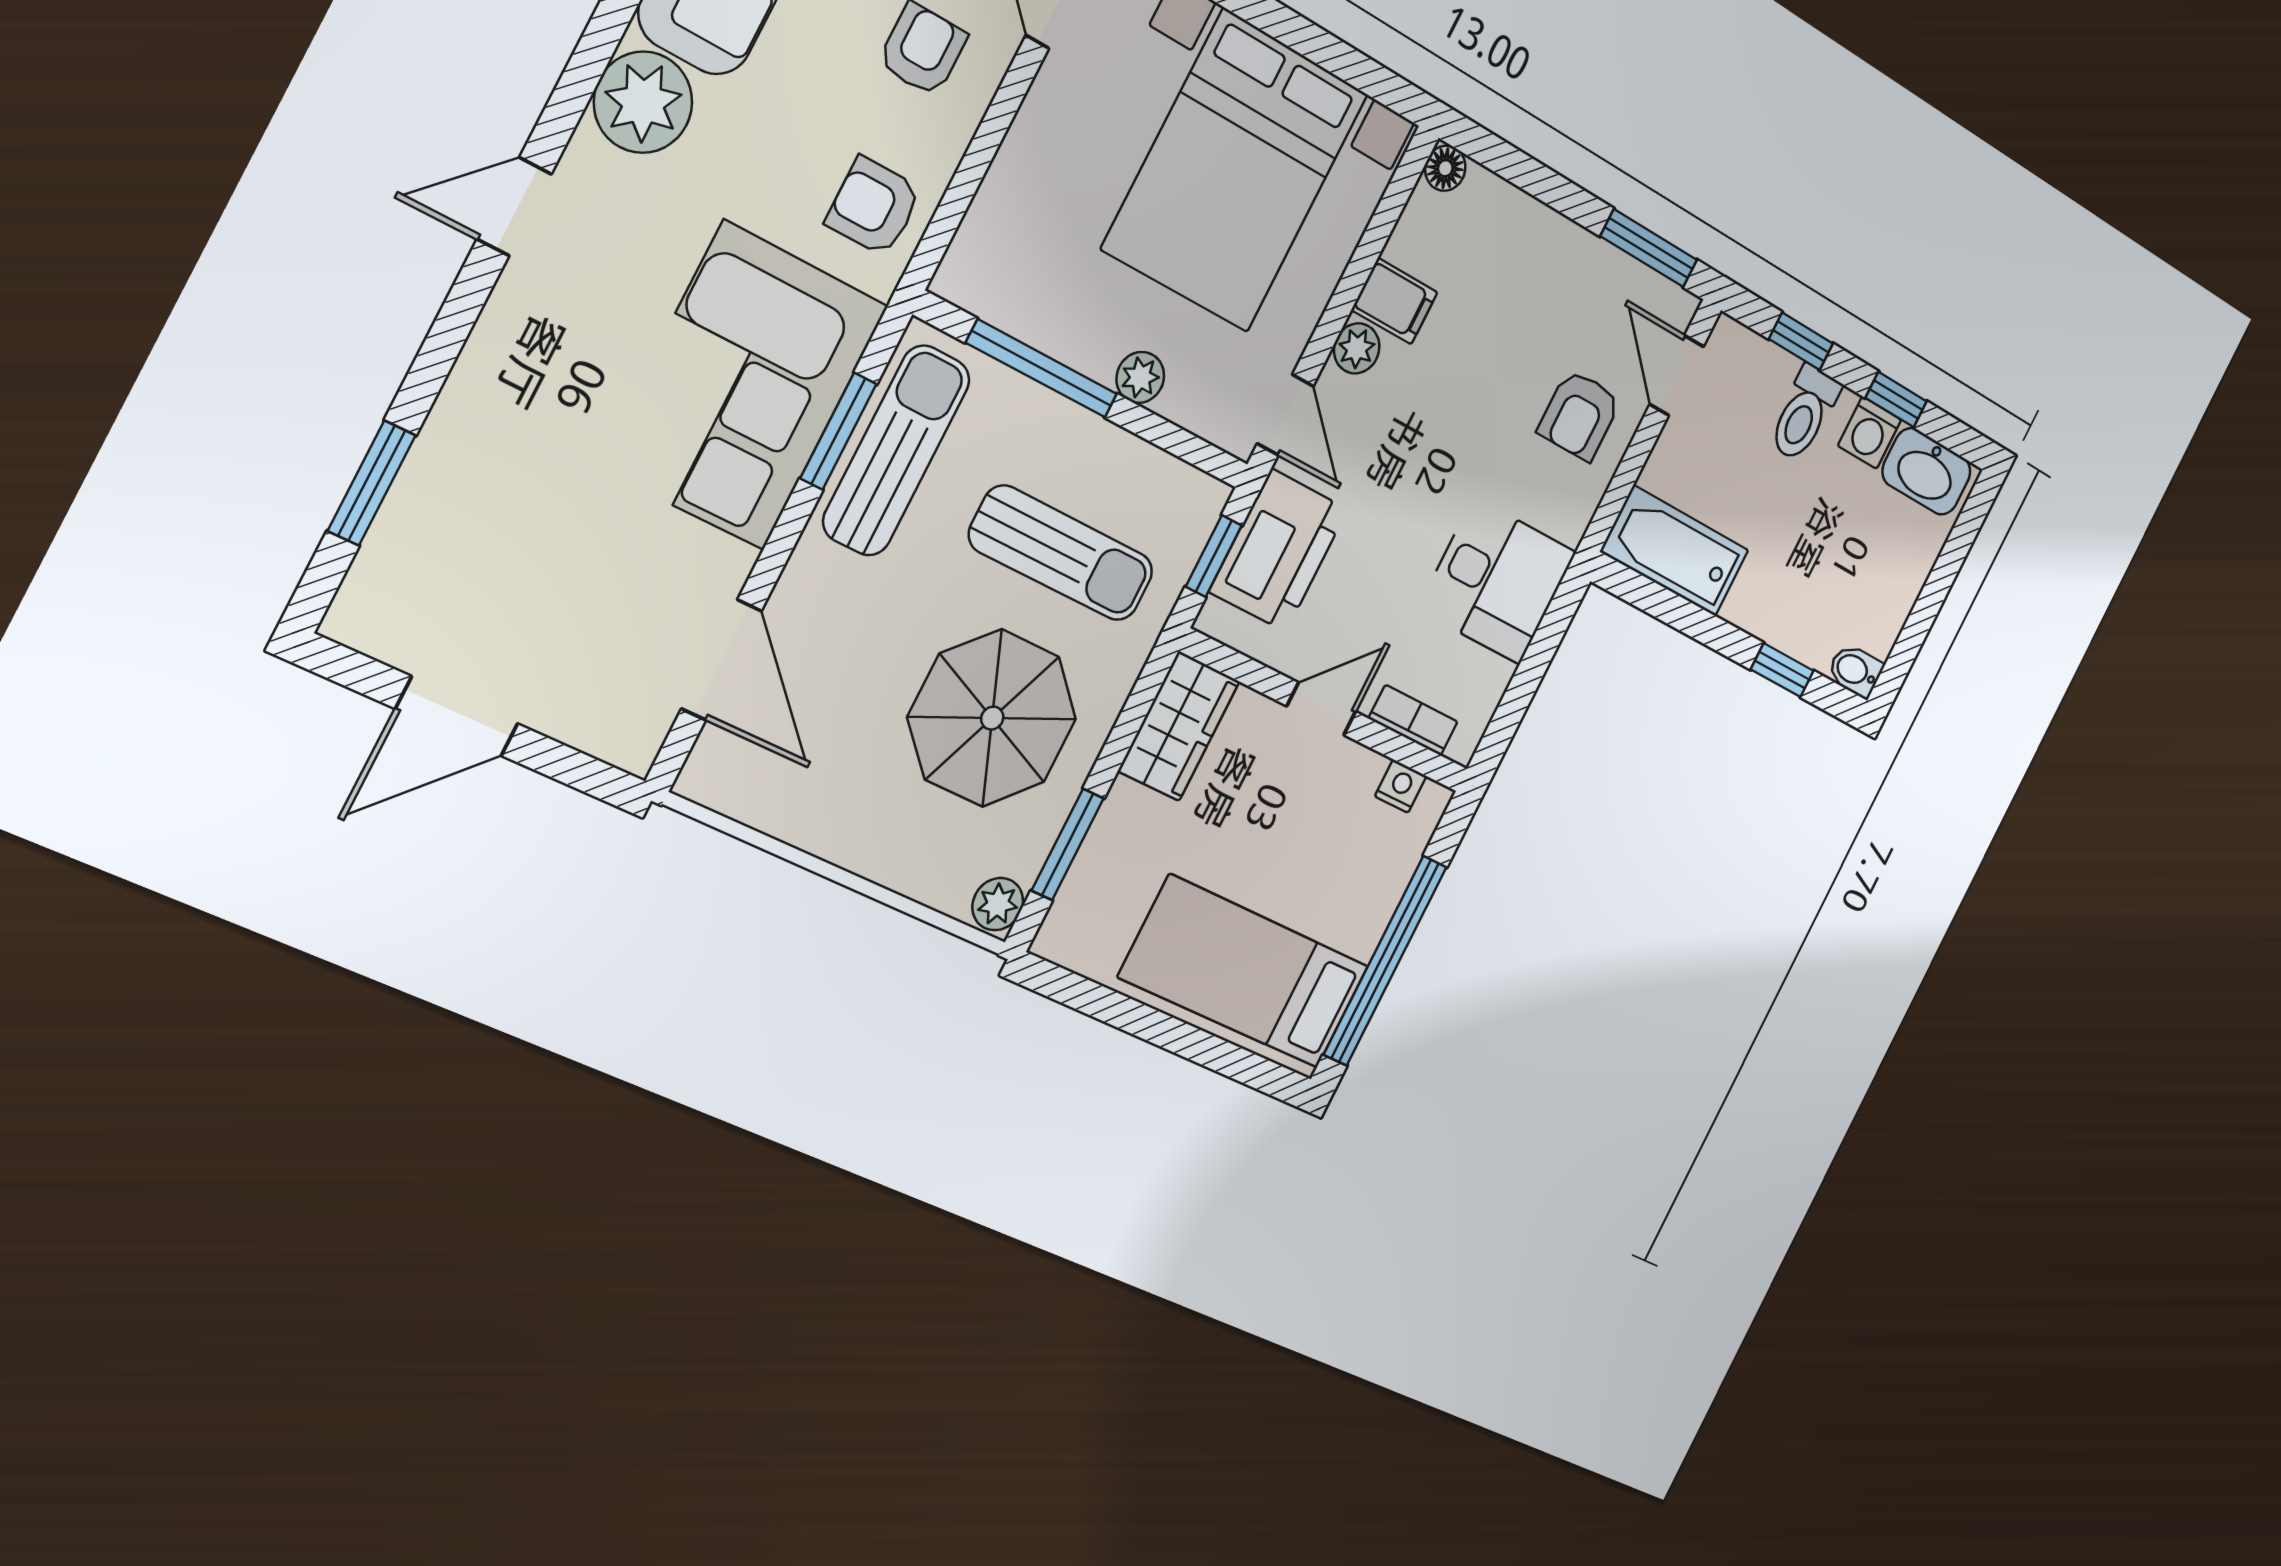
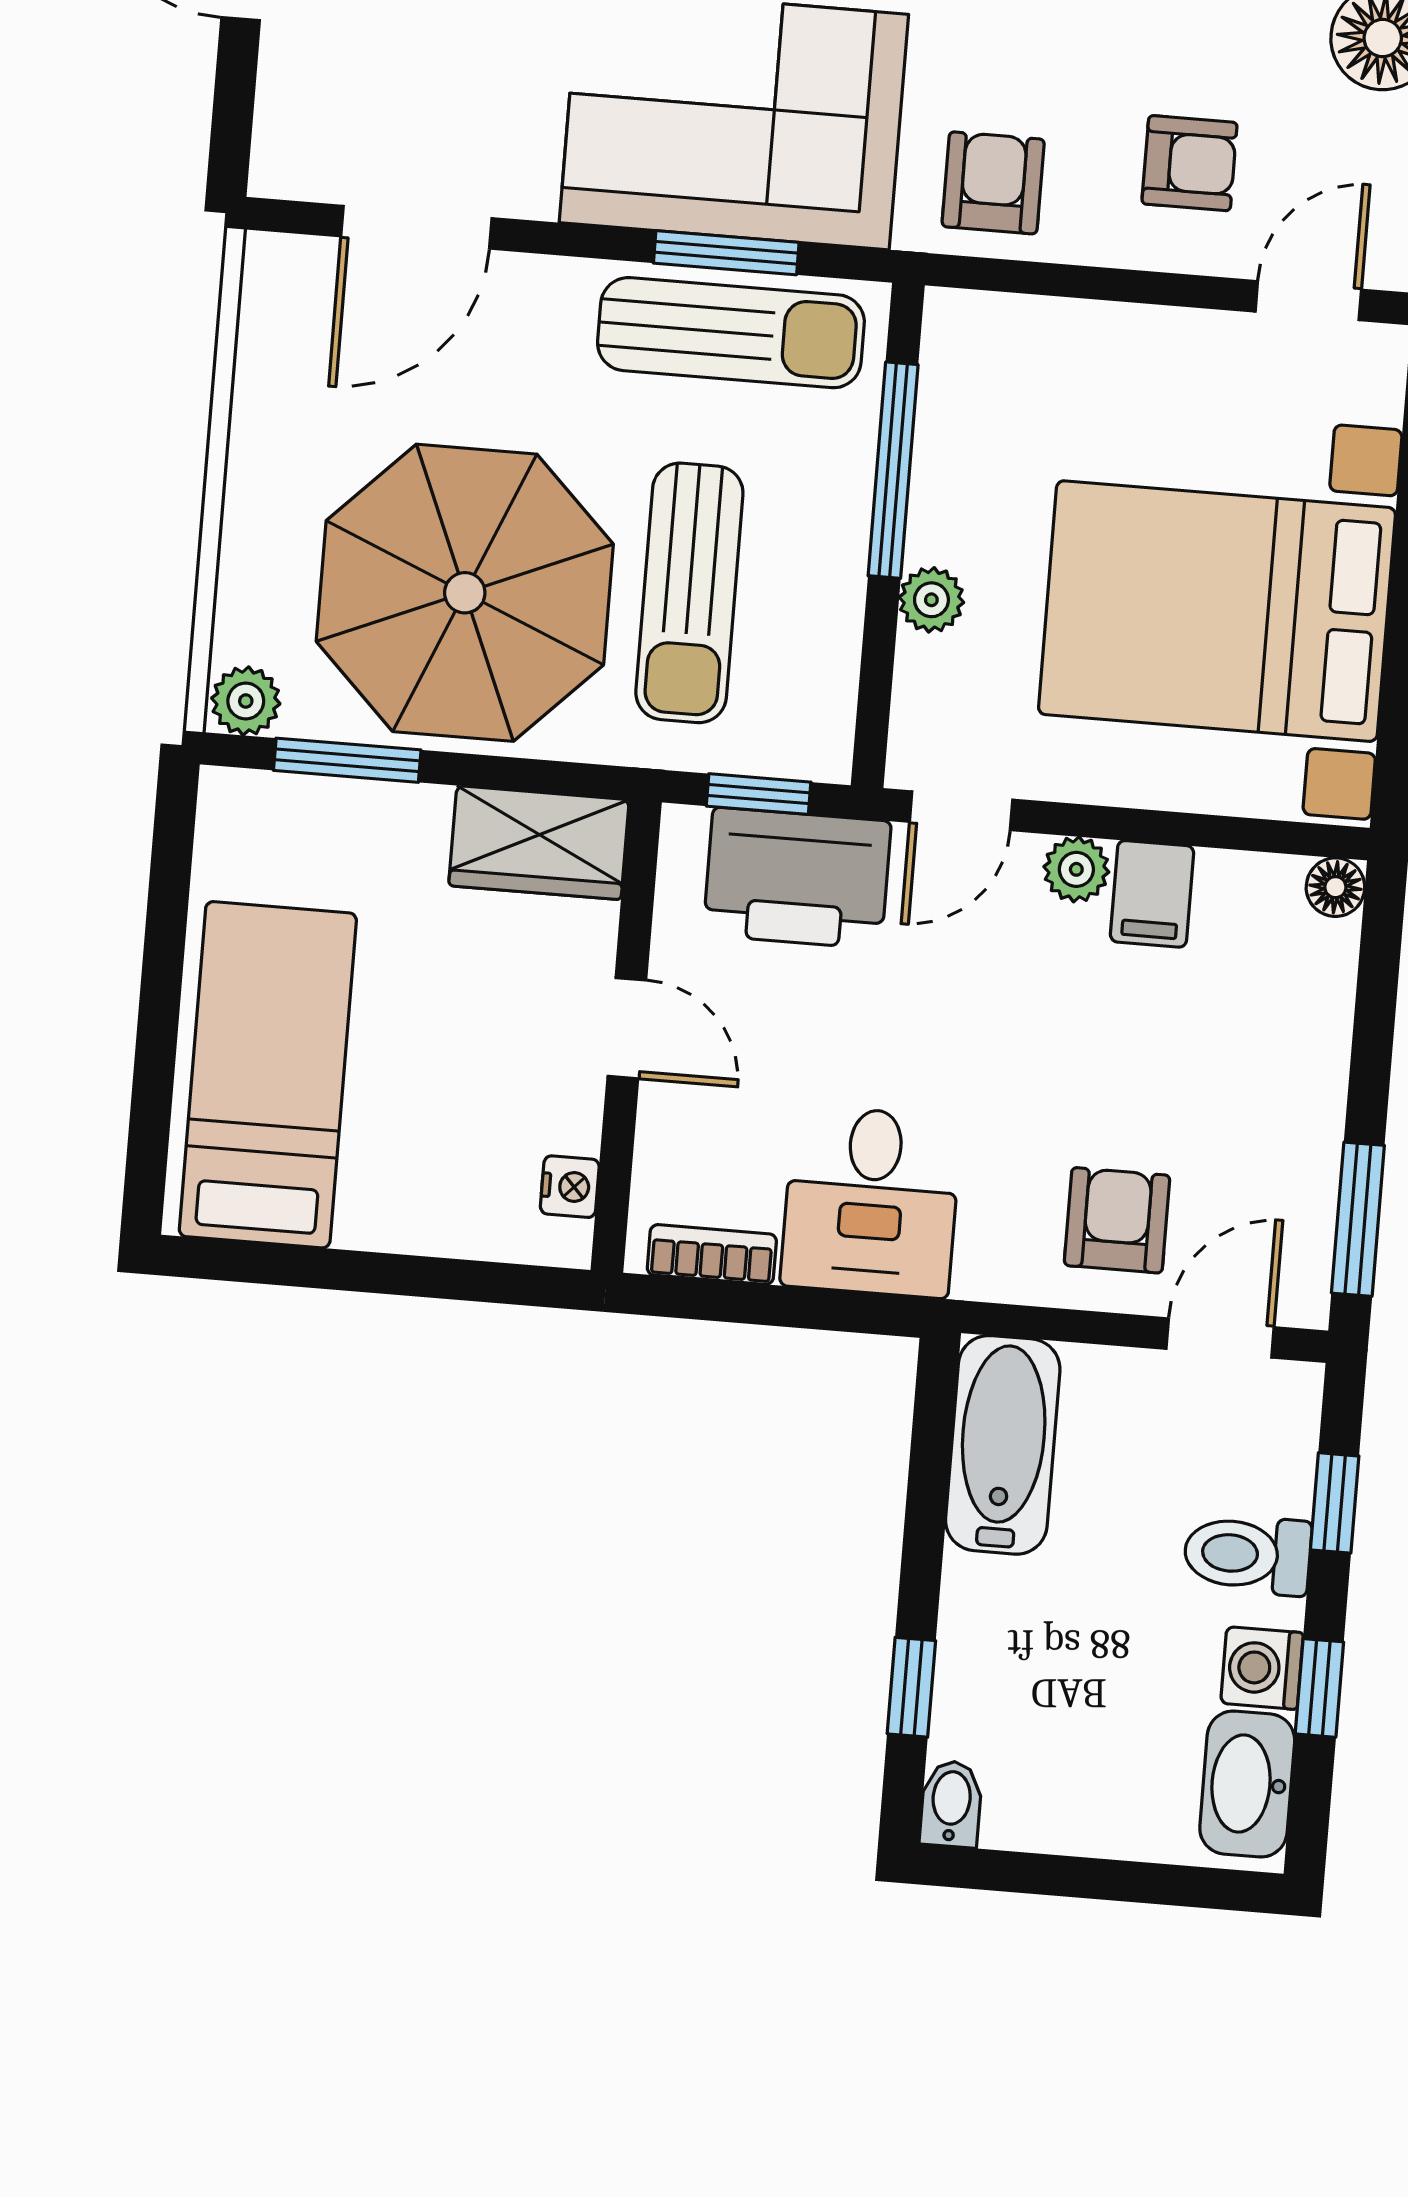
armchair: (1579, 415) -> (1117, 1220), turned 90
parasol: (992, 718) -> (465, 593), width x1.36, depth x1.36
bookcase: (1413, 720) -> (712, 1254), moved, turned -90
window: (1385, 961) -> (344, 1270), removed

